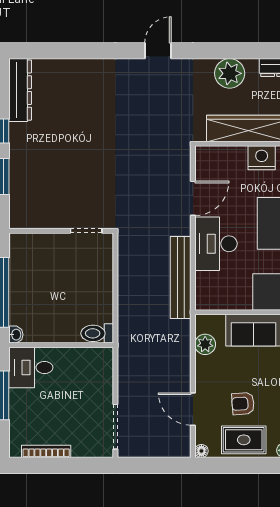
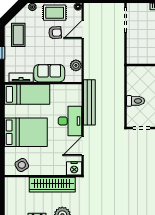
nightstand: (262, 158) -> (74, 168), moved
toilet: (97, 333) -> (135, 101), moved
door: (193, 409) -> (83, 30), swing flipped

